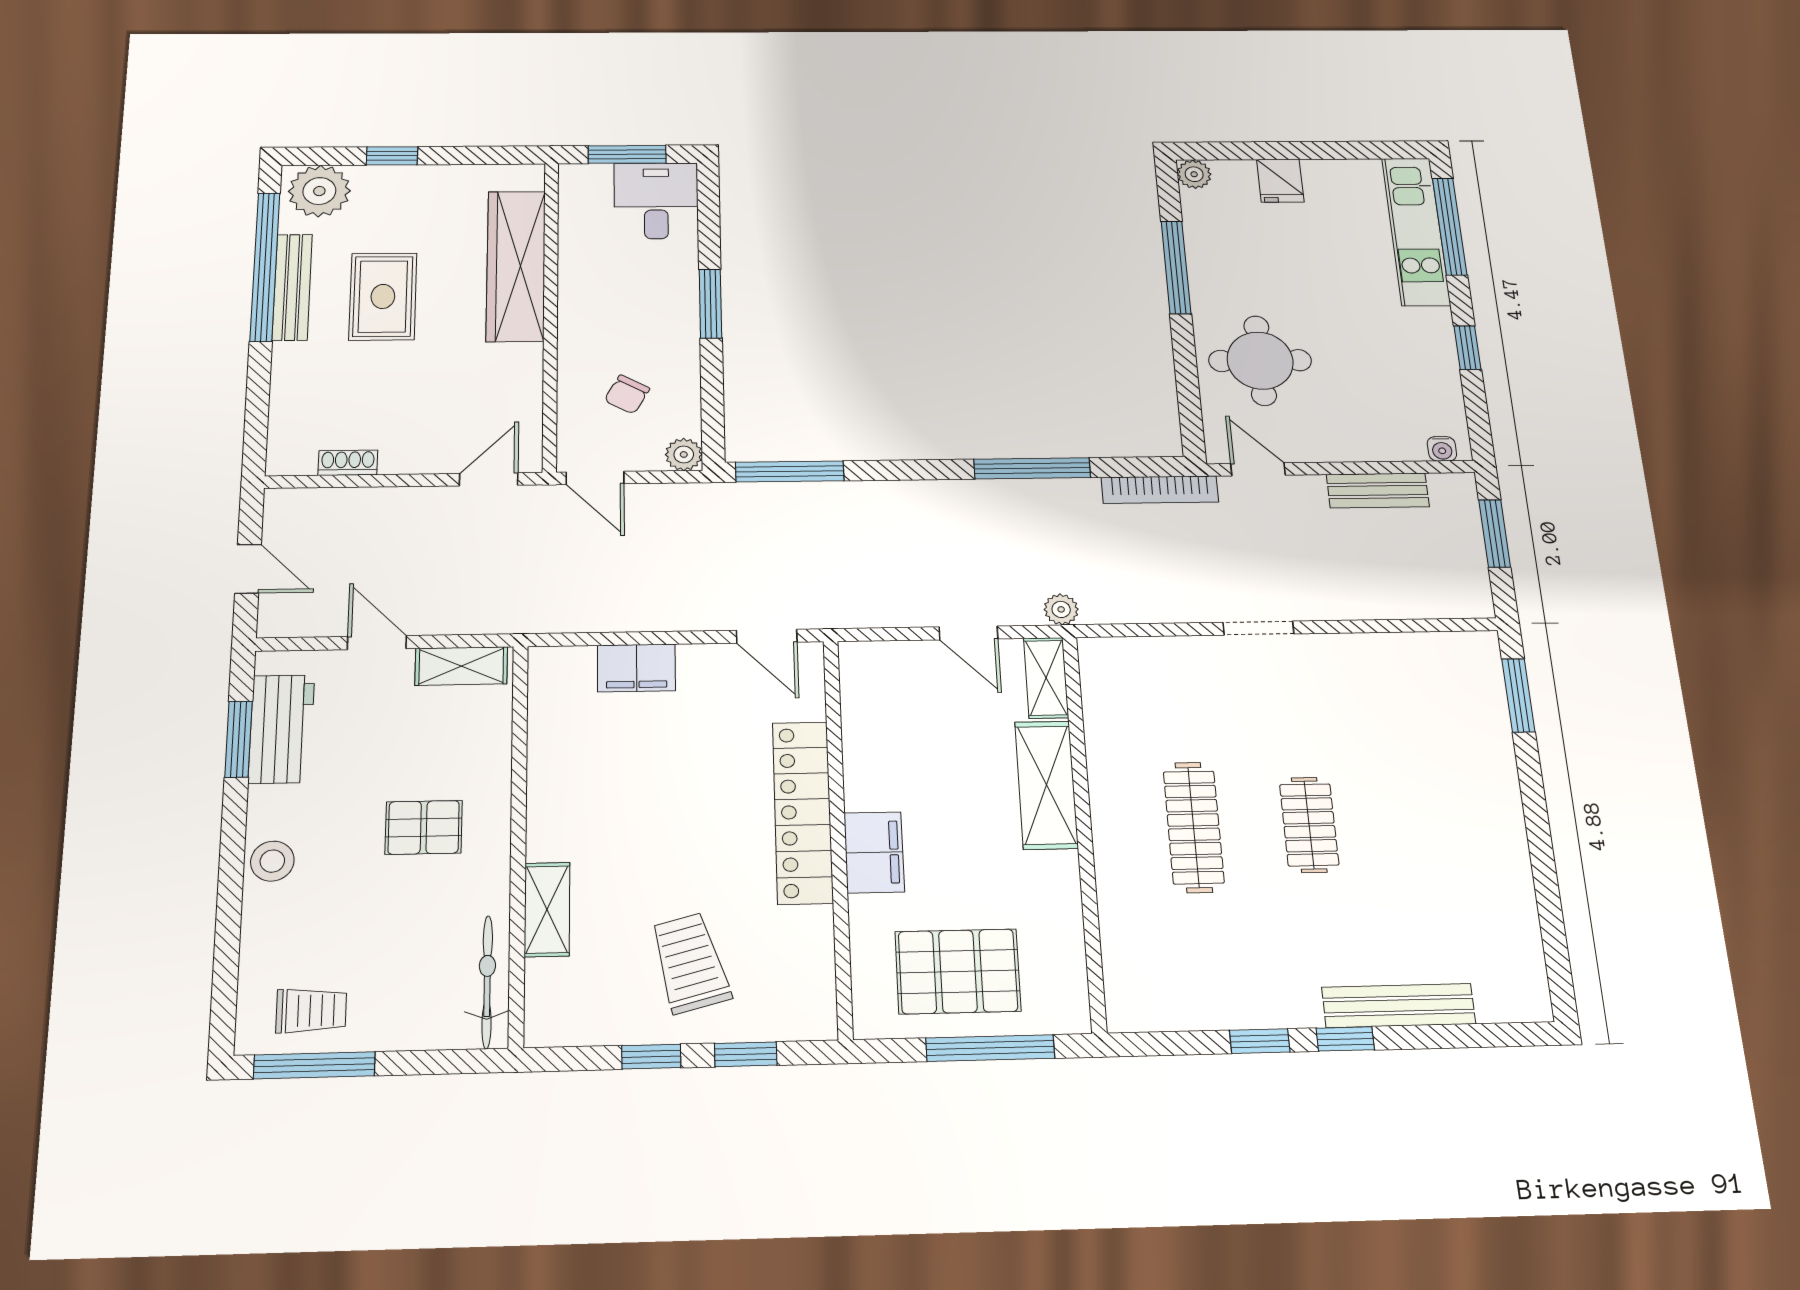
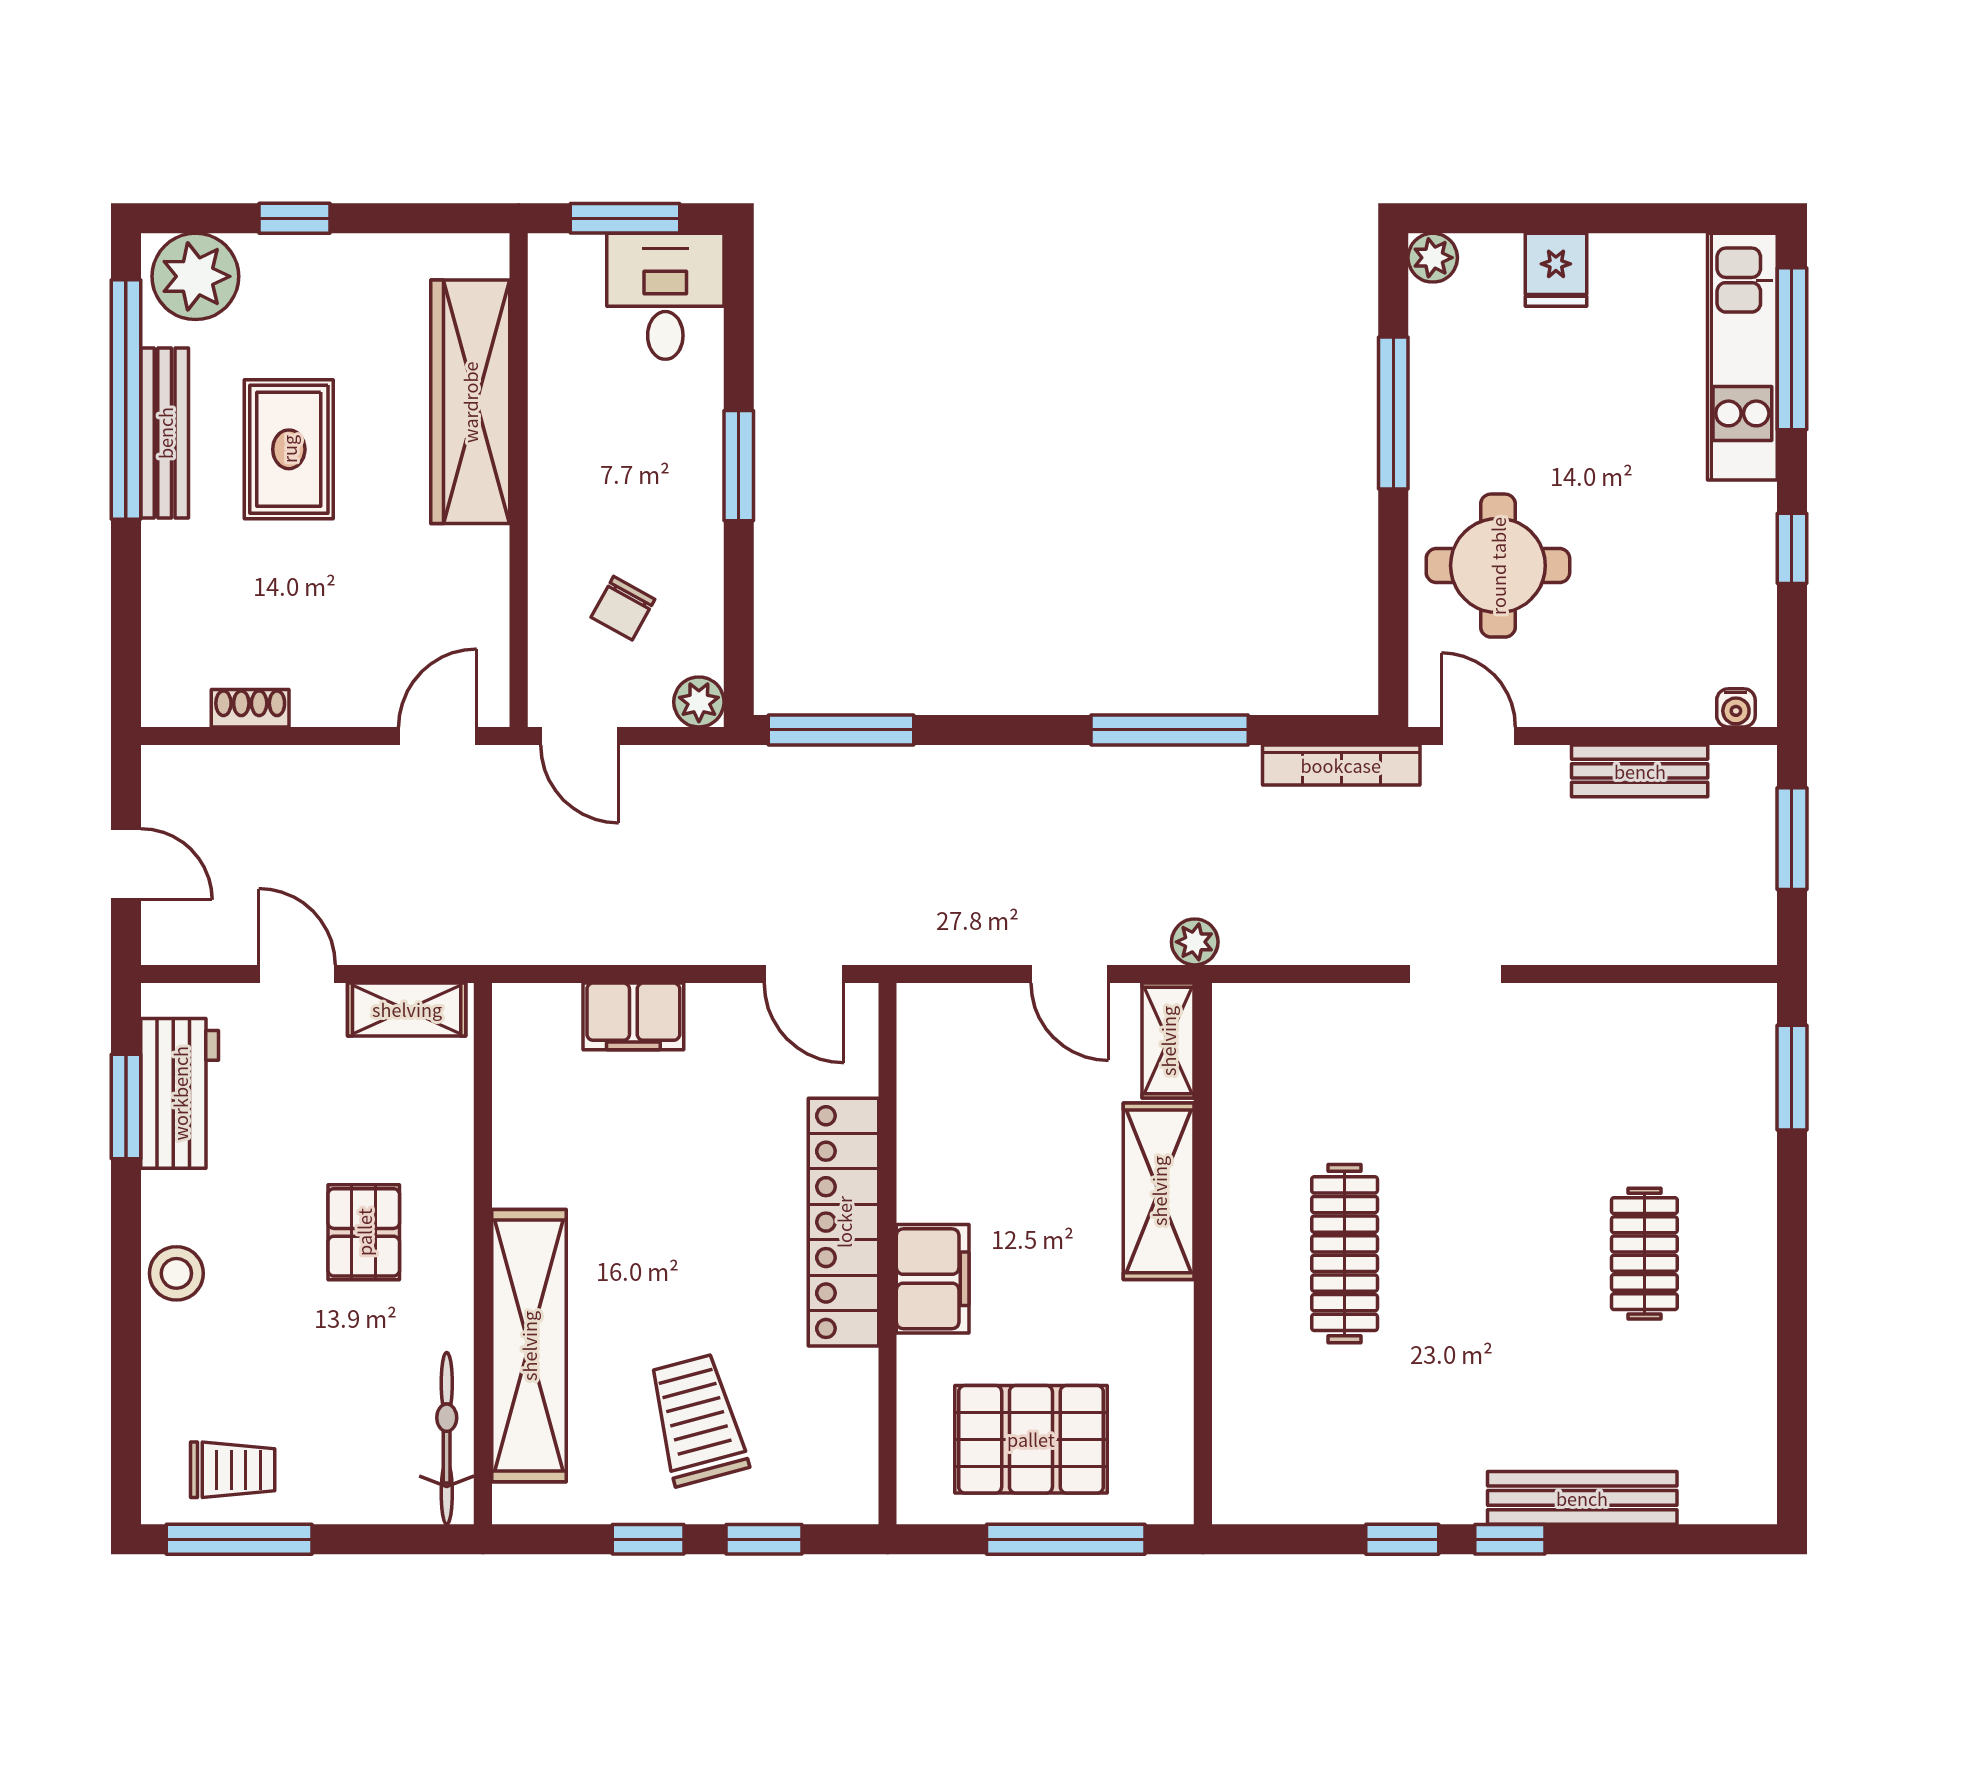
clothes rail: (1309, 825) -> (1644, 1254), moved
pallet: (424, 827) -> (364, 1232), turned 90
shelving: (547, 909) -> (529, 1346), width x2.20, depth x1.33

